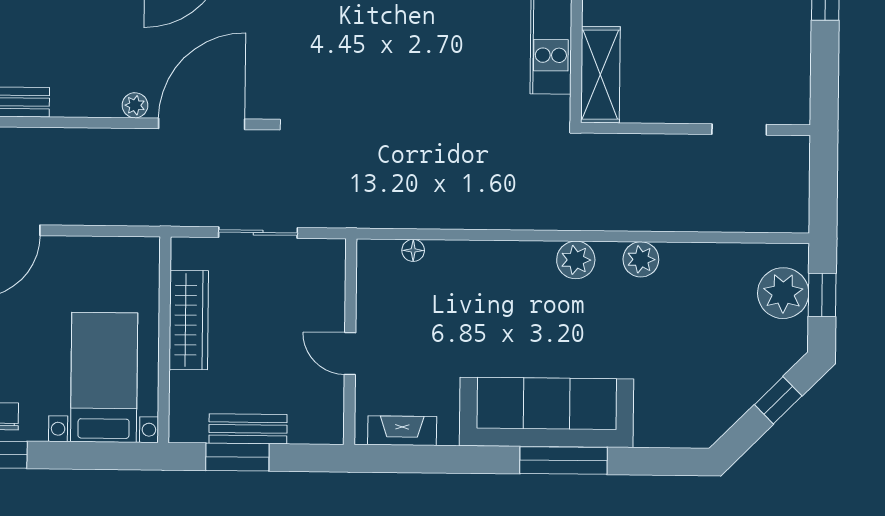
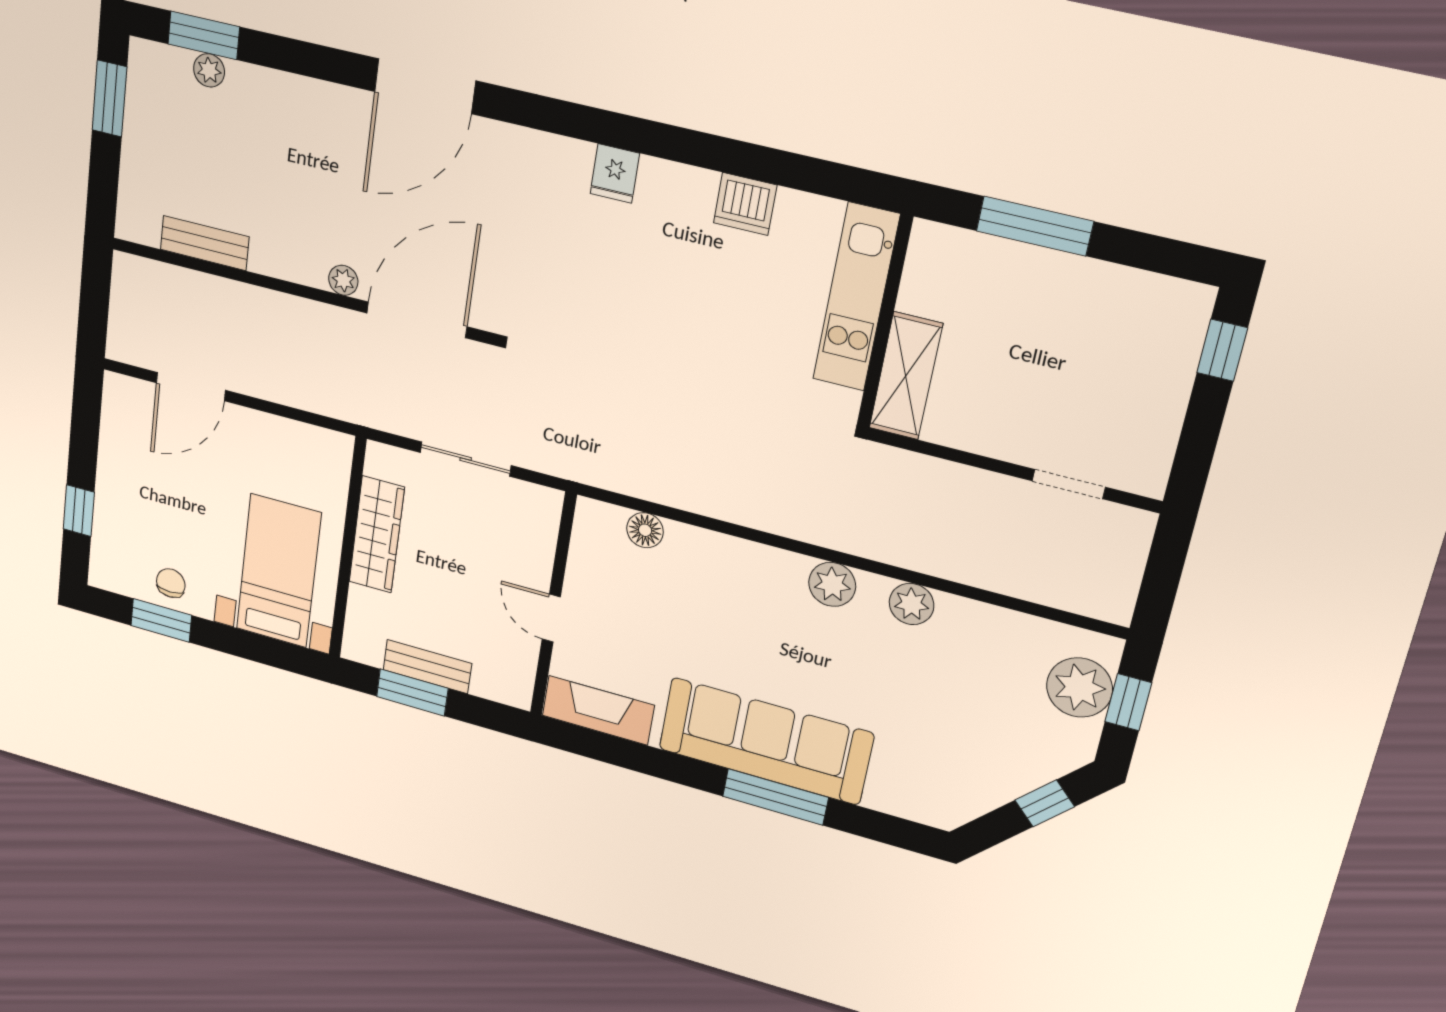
floor lamp: (413, 250) -> (645, 530), width x1.37, depth x1.37
fireplace: (402, 431) -> (598, 710), width x1.37, depth x1.32

